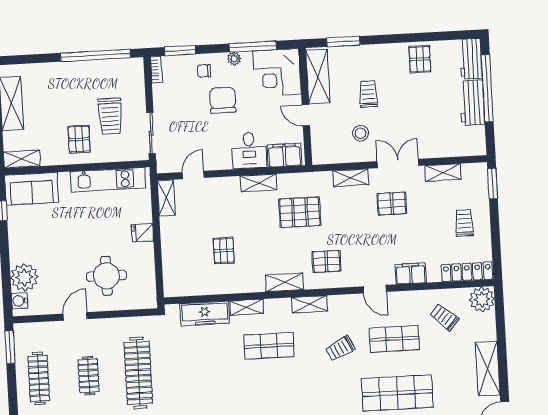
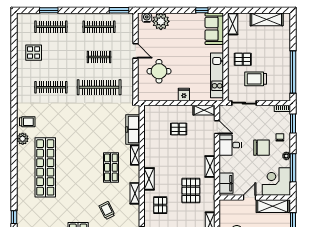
desk: (249, 150) -> (230, 145), moved
pallet: (224, 250) -> (179, 129), moved

